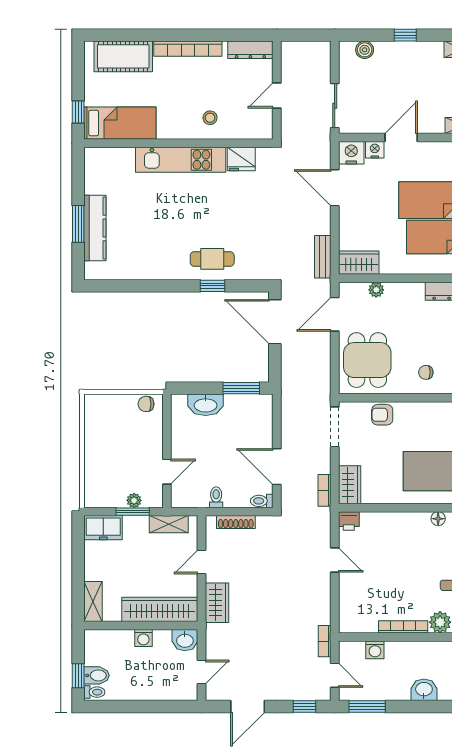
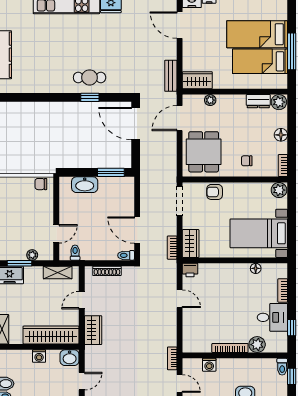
toilet: (216, 497) -> (75, 253), moved
window: (133, 512) -> (20, 263), moved

